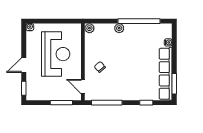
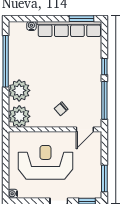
plant: (89, 28) -> (19, 116), width x1.87, depth x1.87
plant: (119, 28) -> (19, 90), width x1.87, depth x1.87
window: (61, 103) -> (104, 179), moved
window: (146, 103) -> (104, 67), moved

